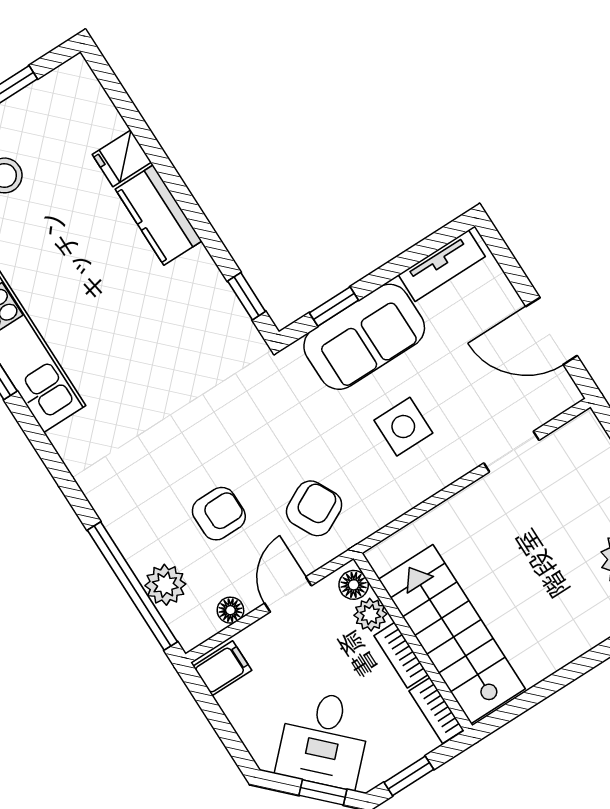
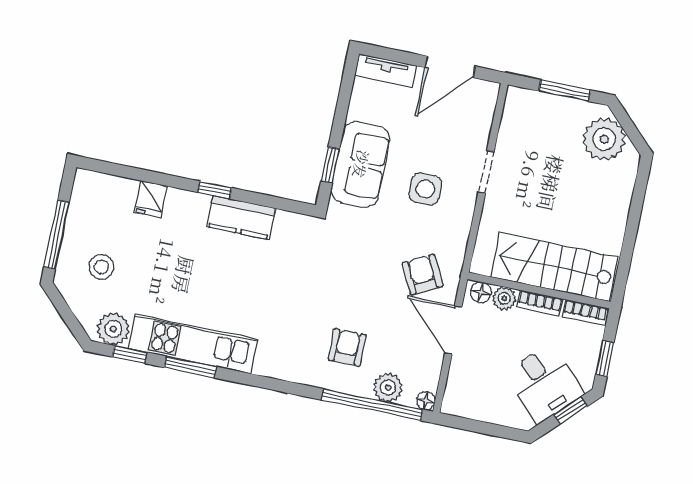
kitchen counter: (159, 215) -> (241, 217), moved
tv unit: (442, 266) -> (386, 71), moved, turned 90
window: (247, 296) -> (215, 190), moved
doorway: (511, 452) -> (486, 172), moved
armchair: (219, 514) -> (347, 347), moved
door: (288, 594) -> (453, 330), width x1.38
floor lamp: (230, 610) -> (426, 401), moved
filing cabinet: (222, 668) -> (458, 400), removed

